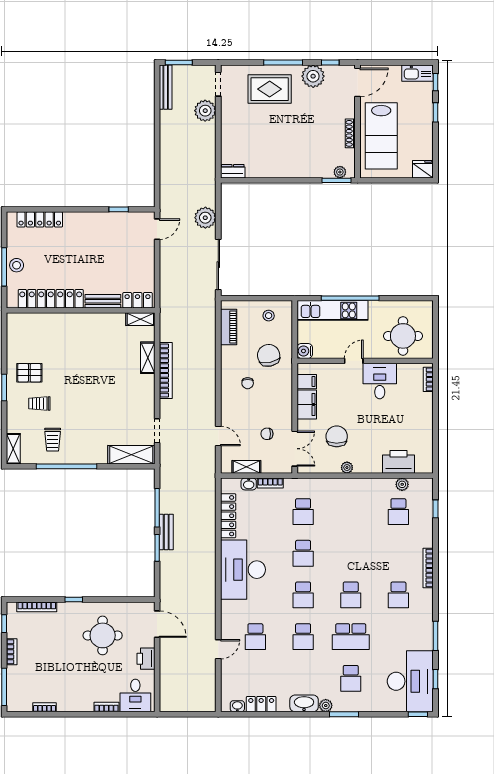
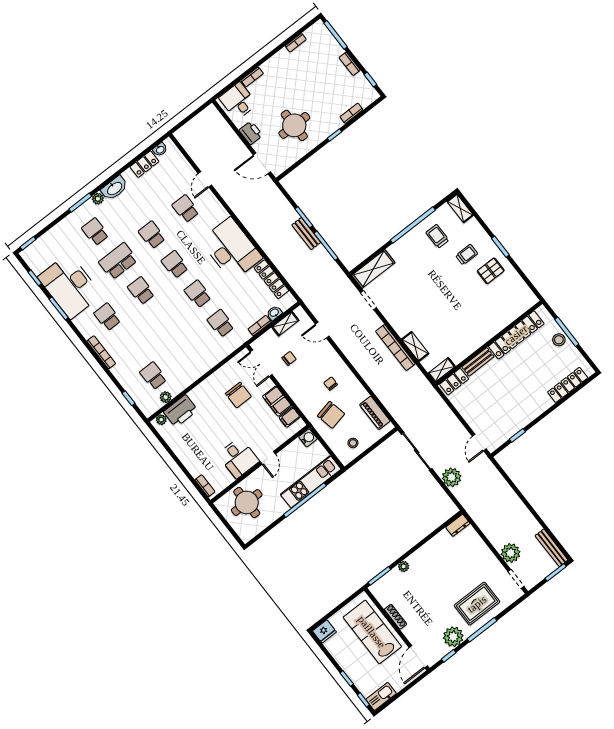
plant: (340, 172) -> (404, 566), moved
plant: (347, 468) -> (161, 420), moved
bookcase: (37, 607) -> (352, 113), width x0.64
desk: (410, 681) -> (70, 286), moved

